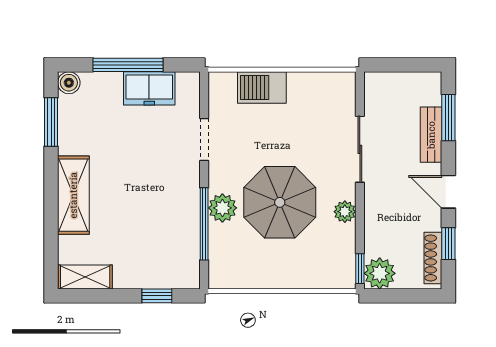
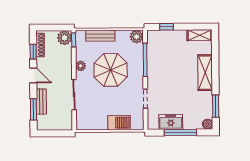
plant: (222, 208) -> (137, 37), moved
bench: (301, 277) -> (100, 36), added

